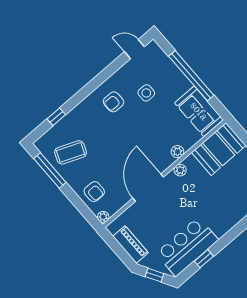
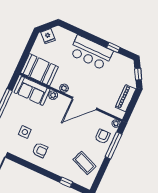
sofa: (199, 111) -> (32, 91), moved, turned 90
window: (50, 170) -> (114, 145), moved
bar counter: (187, 247) -> (91, 53), moved

